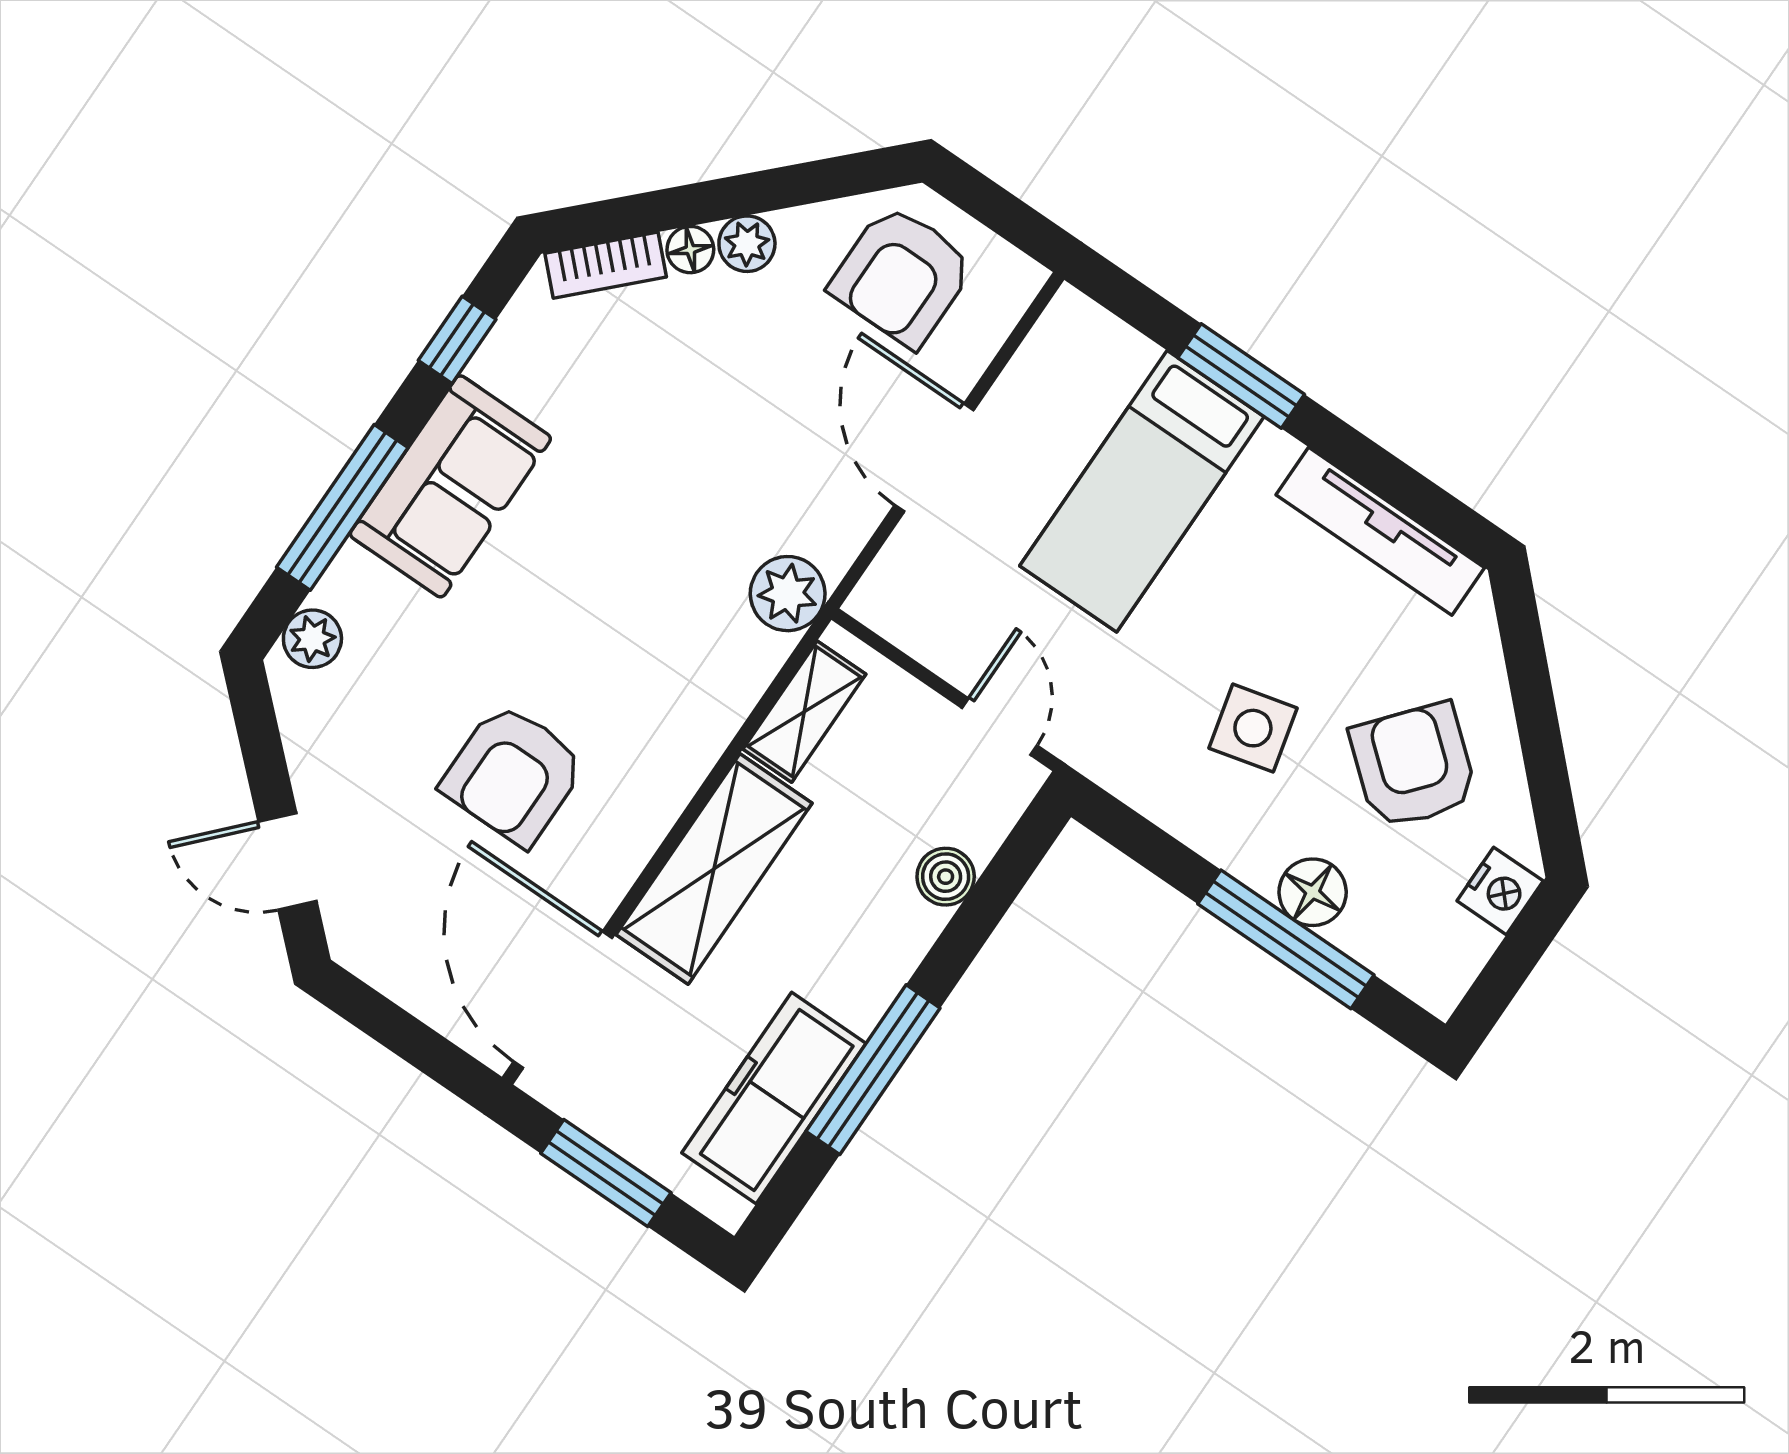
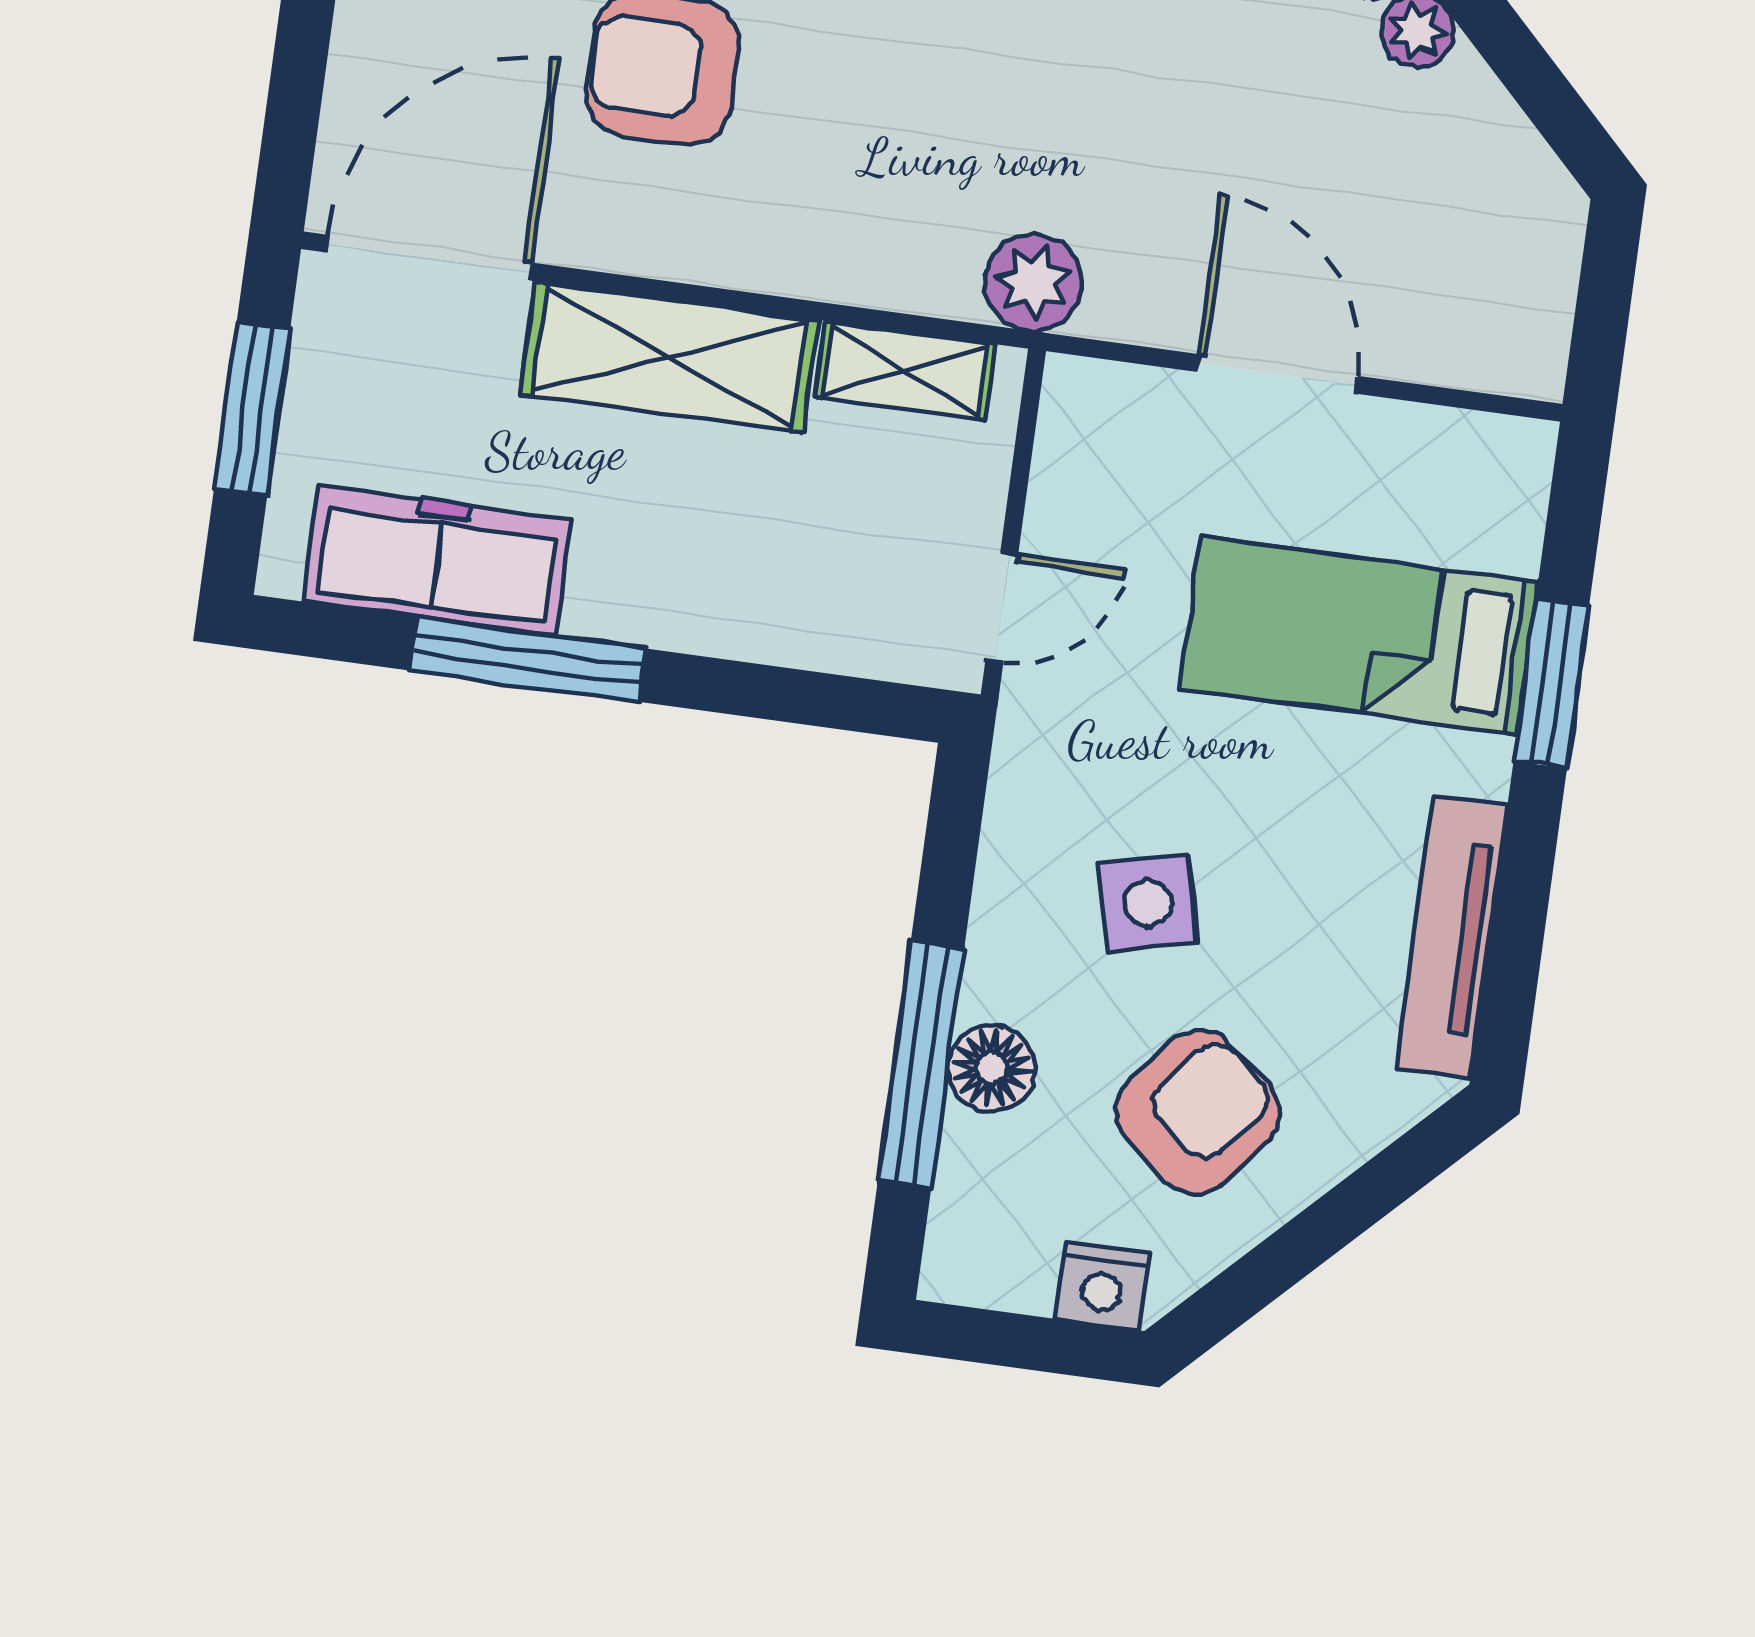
armchair: (902, 276) -> (1470, 230), removed
door: (934, 458) -> (1277, 374), hinge flipped
boiler: (946, 877) -> (796, 632), removed

